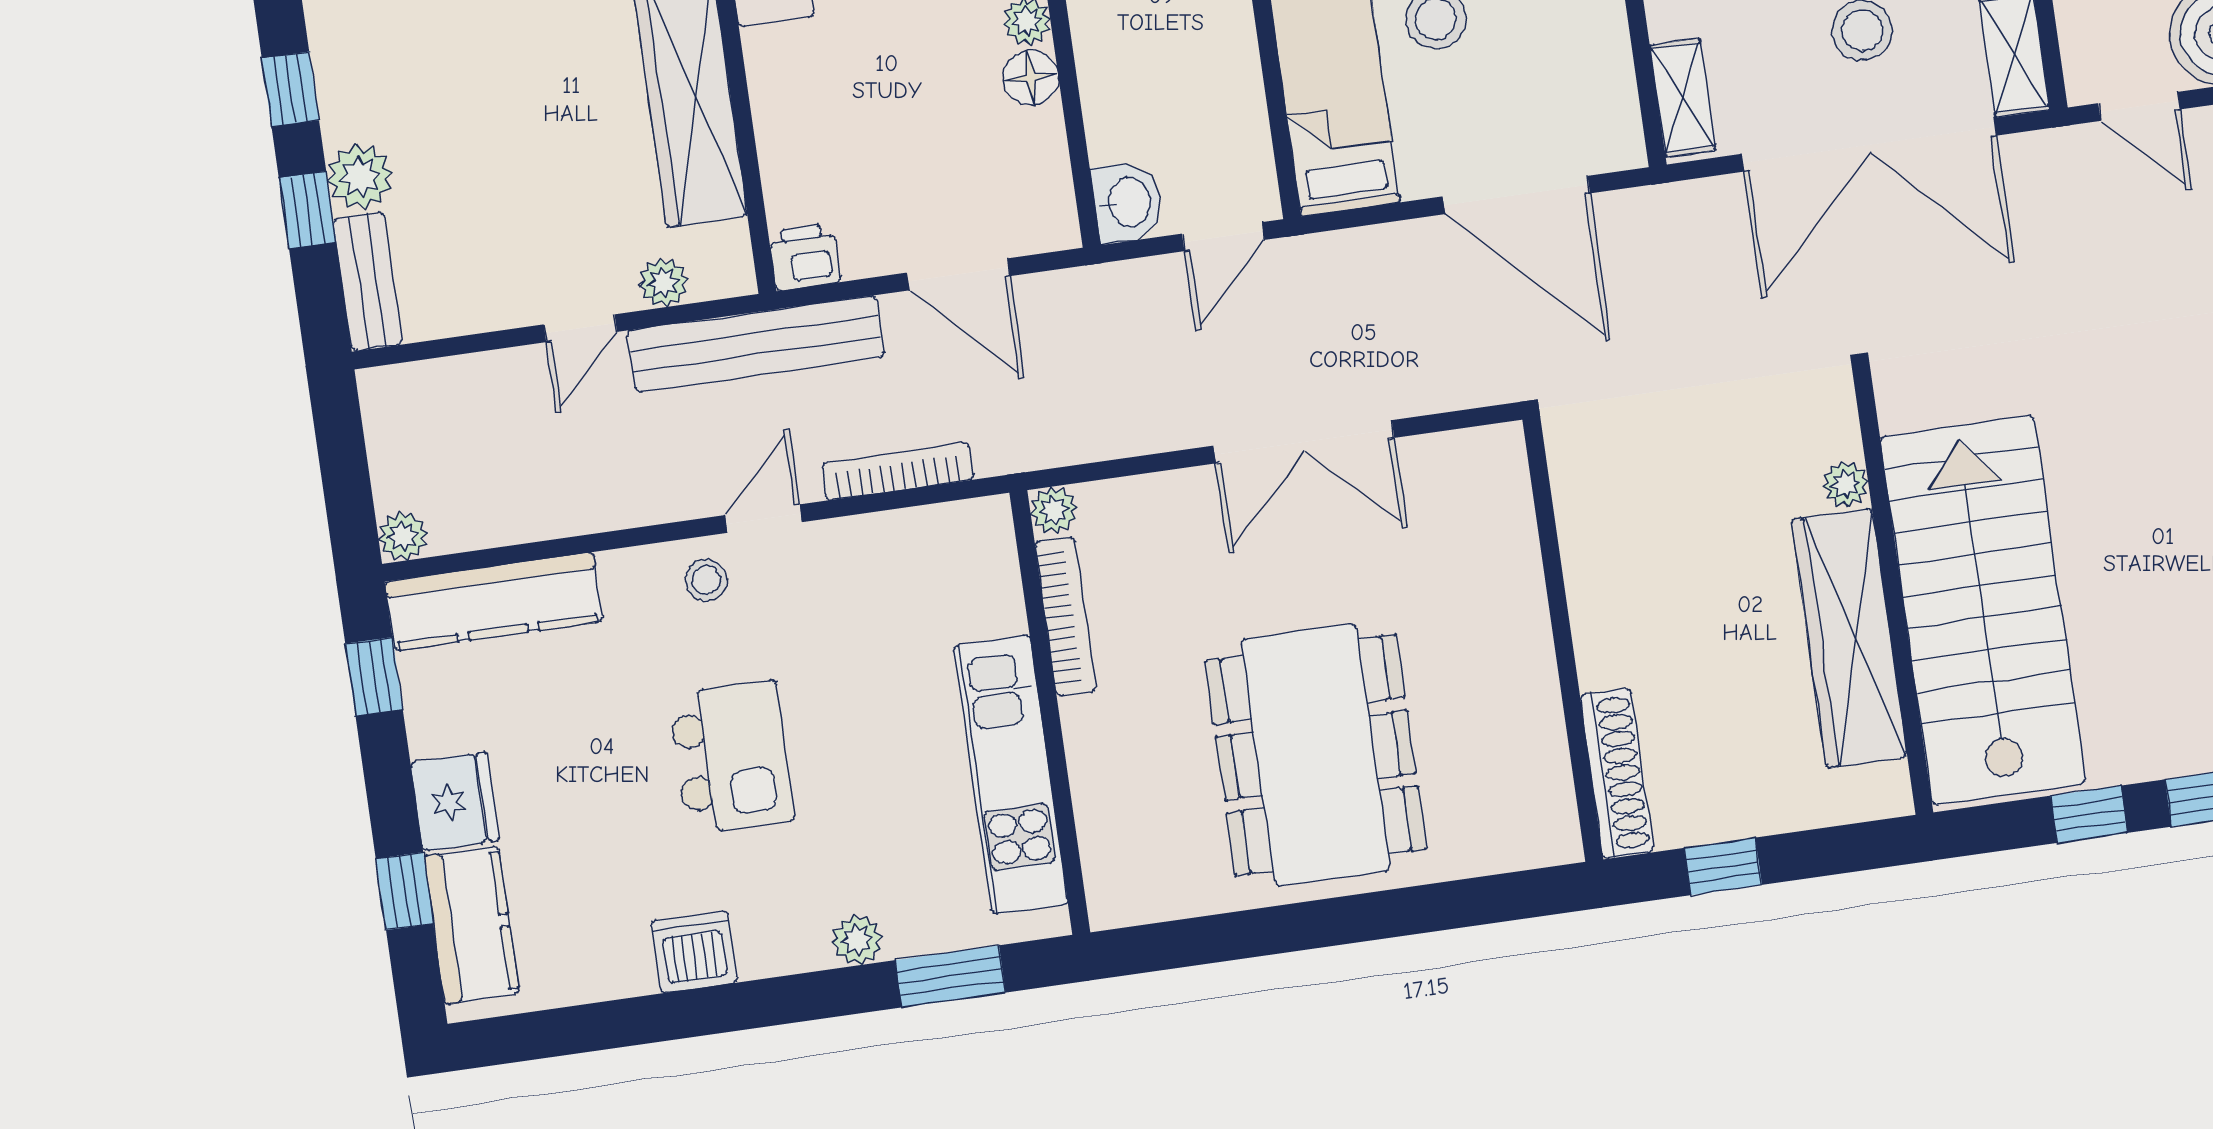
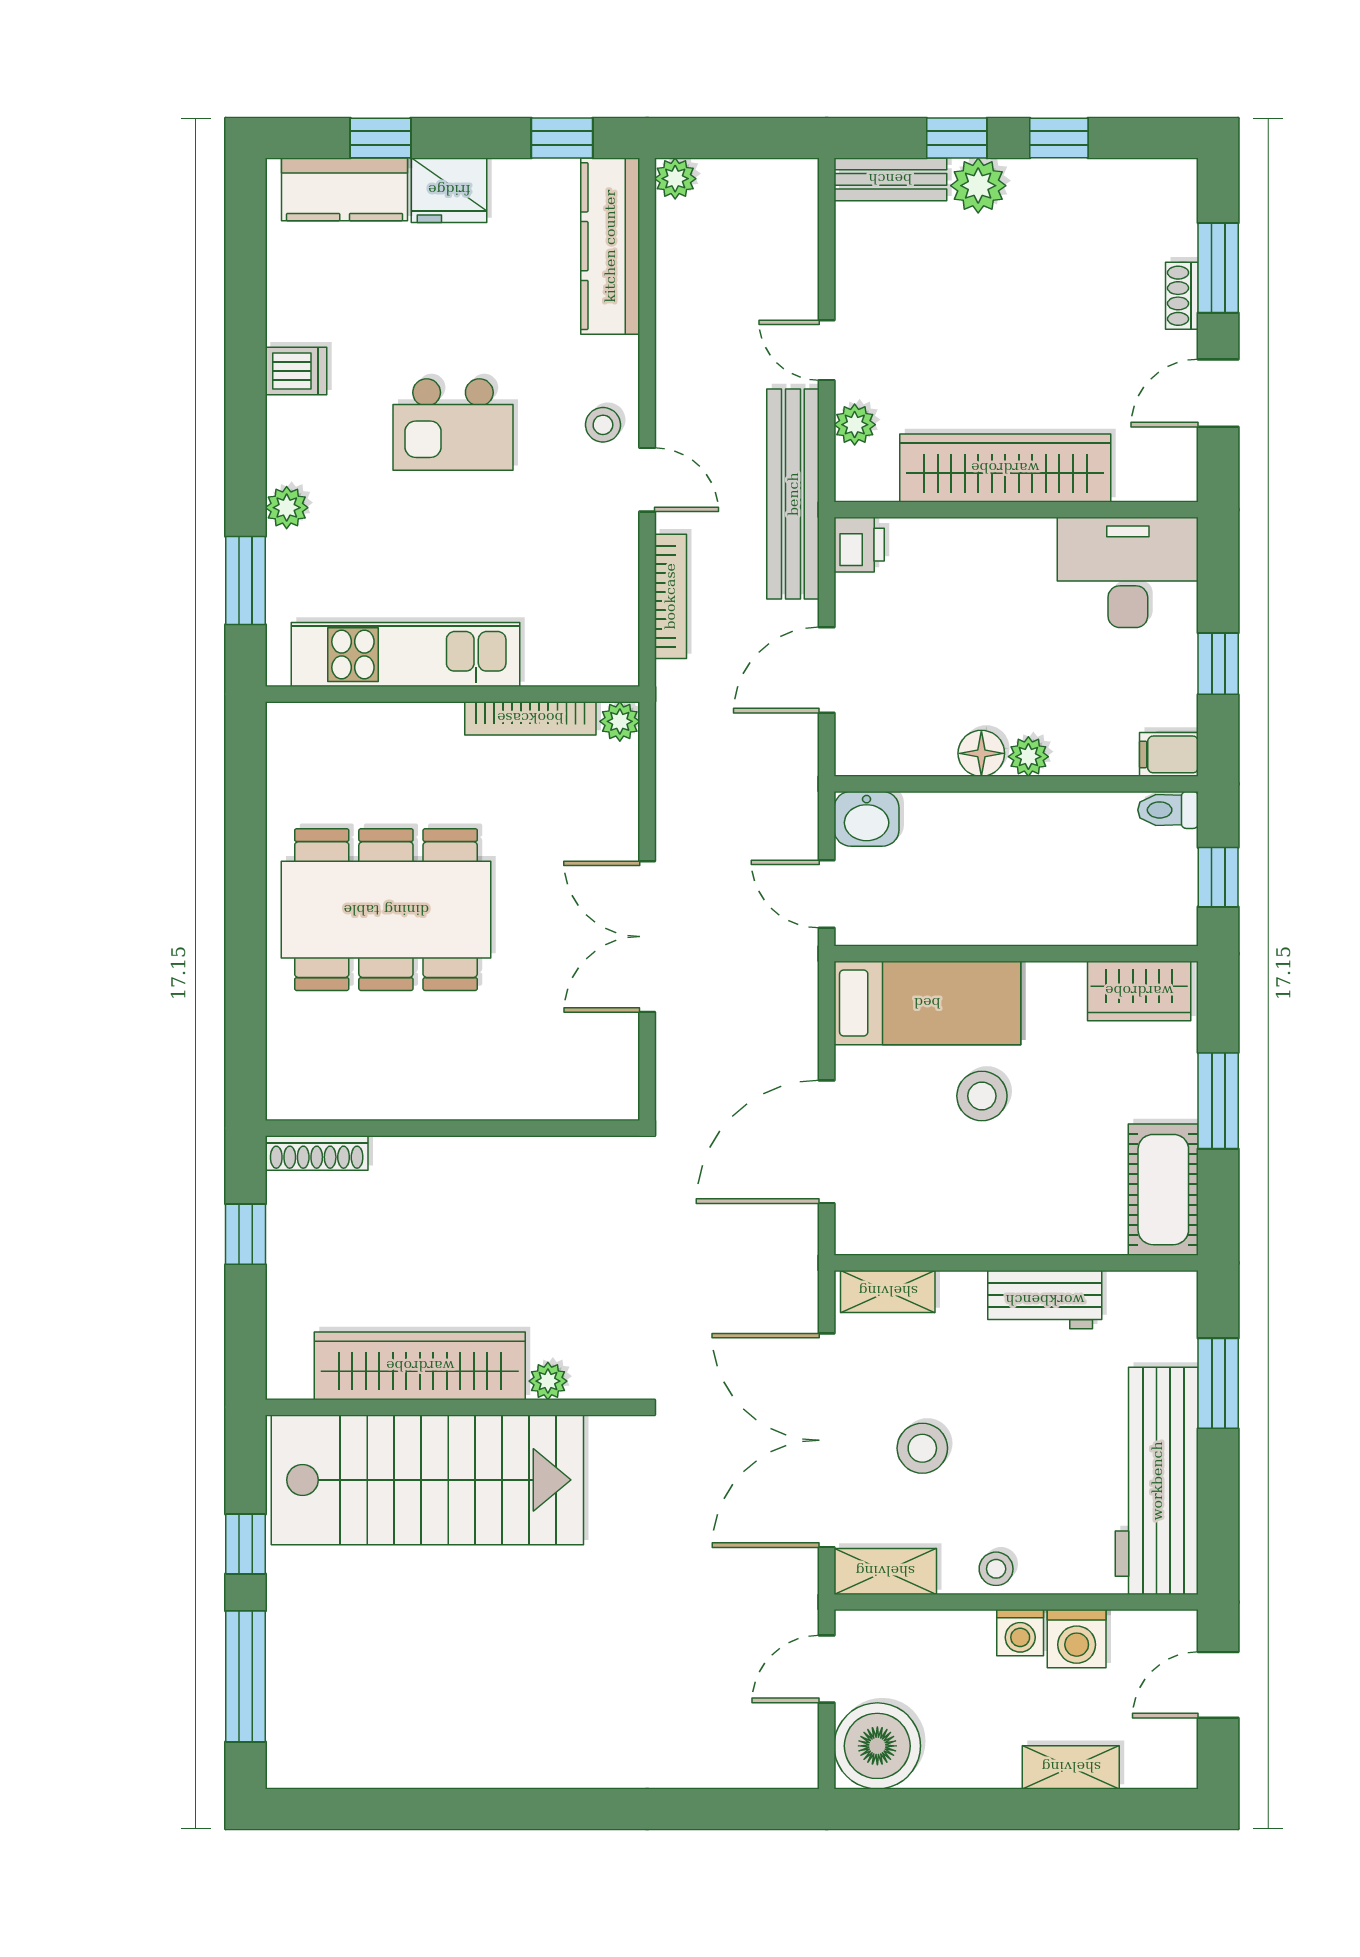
shoe rack: (1617, 773) -> (317, 1153), width x0.74, depth x0.81
dishwasher: (694, 952) -> (296, 371), width x0.73

